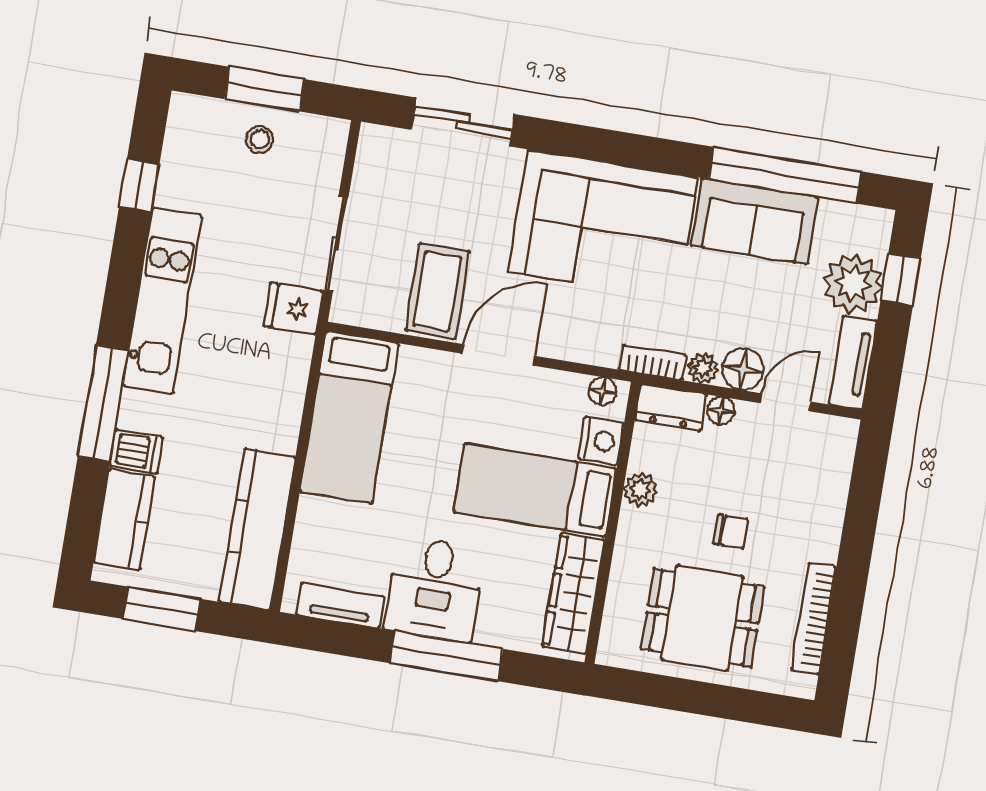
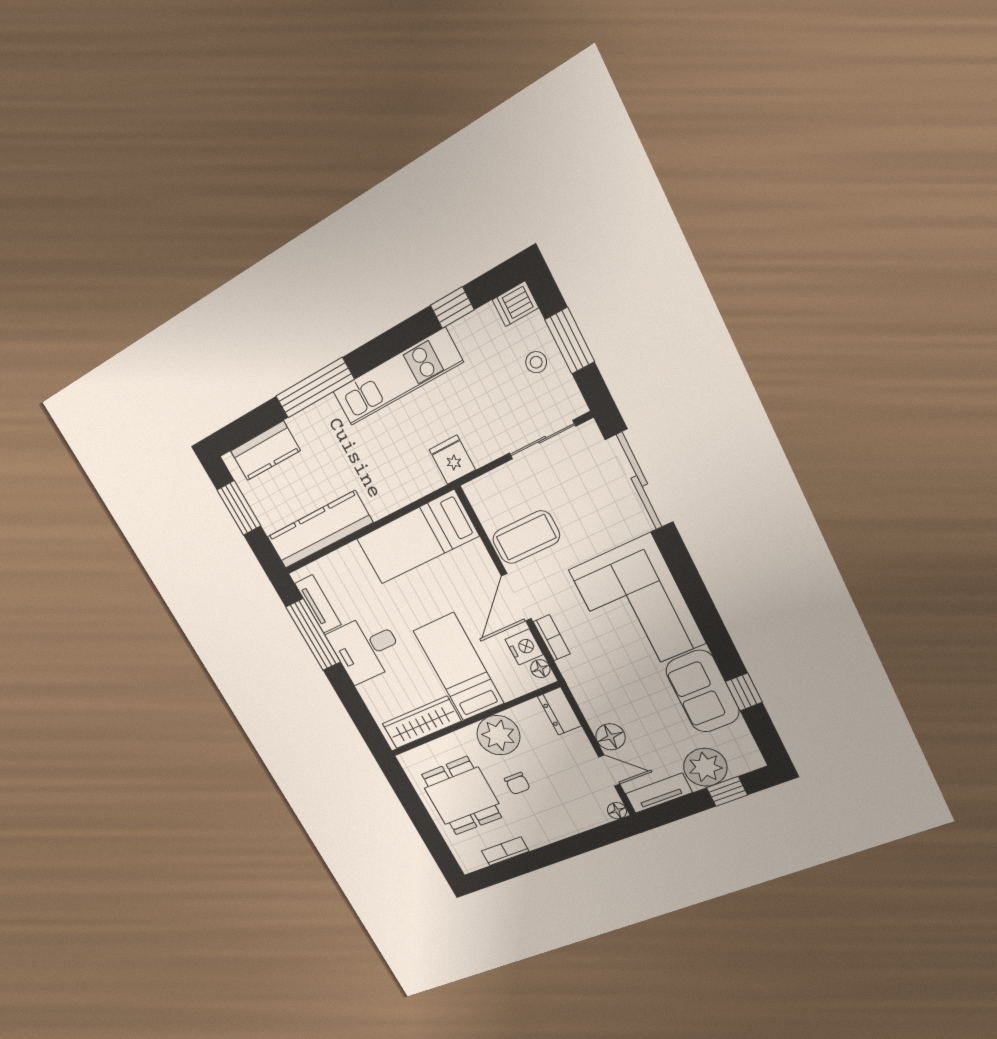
sliding door: (463, 122) -> (639, 481), width x1.37
window: (785, 175) -> (744, 692), width x0.32
sliding door: (336, 244) -> (542, 440), moved
door: (498, 355) -> (516, 597), swing flipped
bookcase: (652, 362) -> (552, 638), moved
plant: (703, 368) -> (595, 715), removed
floor lamp: (721, 411) -> (617, 811), moved
nightstand: (601, 441) -> (524, 647), moved, turned -90
dishwasher: (136, 452) -> (515, 304), moved, turned 90
plant: (640, 490) -> (498, 735), width x1.88, depth x1.88
bookcase: (814, 619) -> (505, 851), width x0.64
window: (446, 656) -> (313, 635), moved

